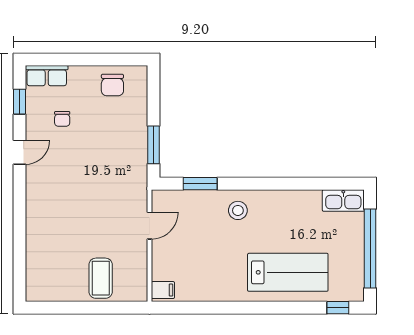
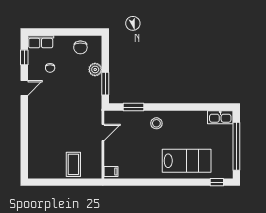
plant: (137, 122) -> (95, 69), added

